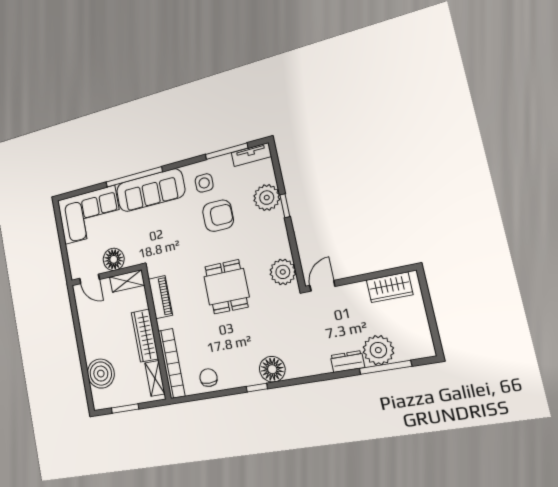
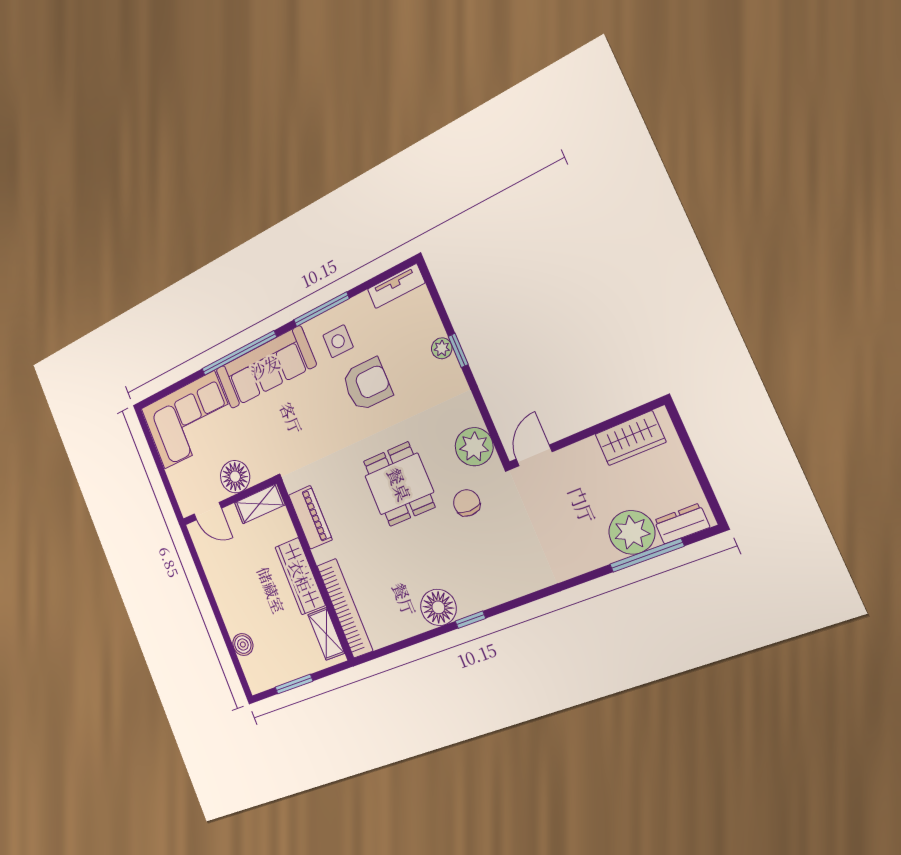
window: (227, 151) -> (321, 309), moved
plant: (267, 198) -> (442, 348), width x0.53, depth x0.53
dresser: (347, 362) -> (682, 524), moved
floor lamp: (272, 369) -> (438, 607), moved
boiler: (101, 374) -> (243, 645), width x0.54, depth x0.54
chair: (208, 378) -> (467, 503), moved

